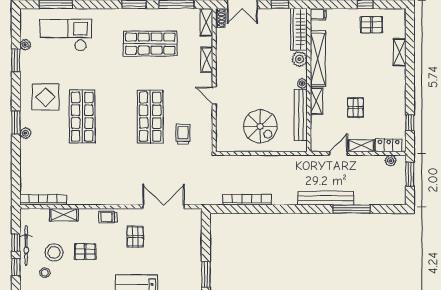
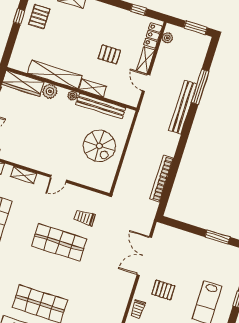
filing cabinet: (318, 14) -> (15, 62), removed
spiral stairs: (260, 126) -> (99, 146), turned 90
window: (410, 174) -> (195, 28), moved

